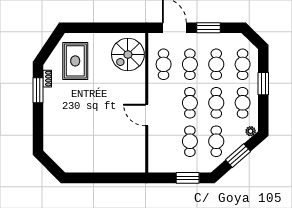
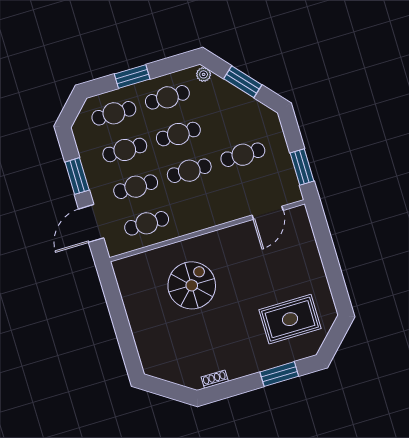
spiral stairs: (128, 54) -> (192, 285), moved, turned -90
rug: (75, 61) -> (290, 319), moved
window: (38, 90) -> (279, 374), moved
door: (147, 115) -> (268, 213), moved
cafe table: (216, 141) -> (232, 118), removed
window: (188, 178) -> (302, 167), moved

